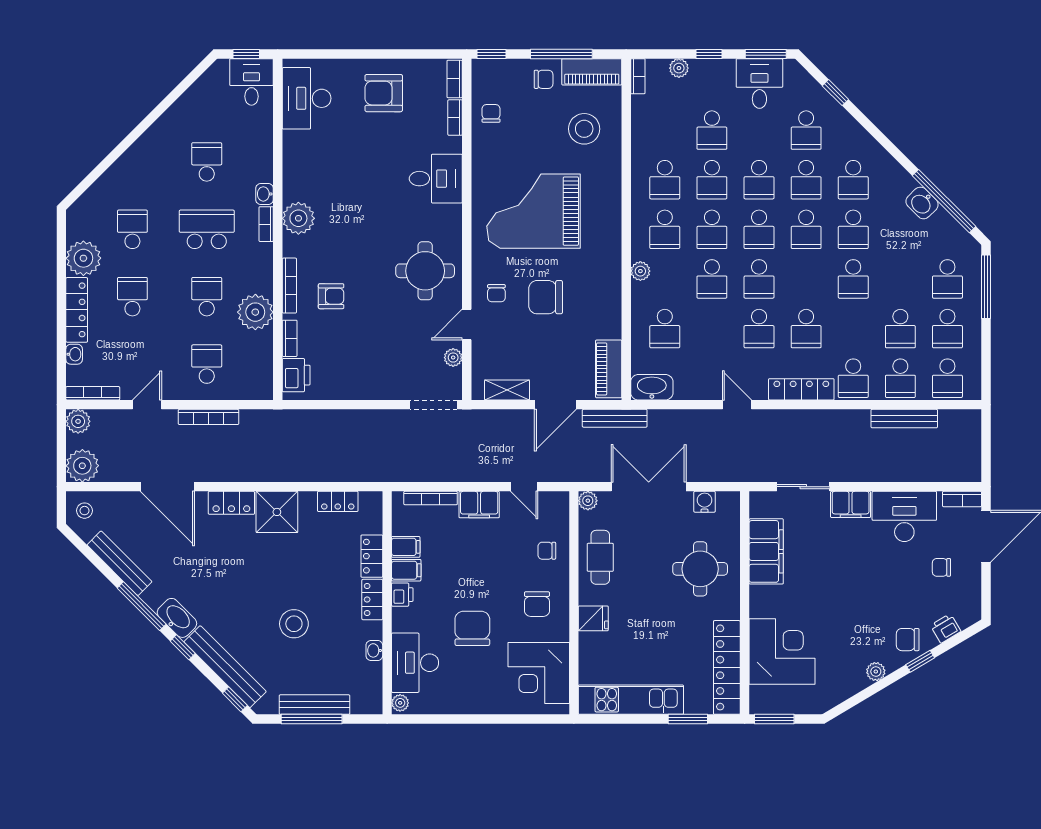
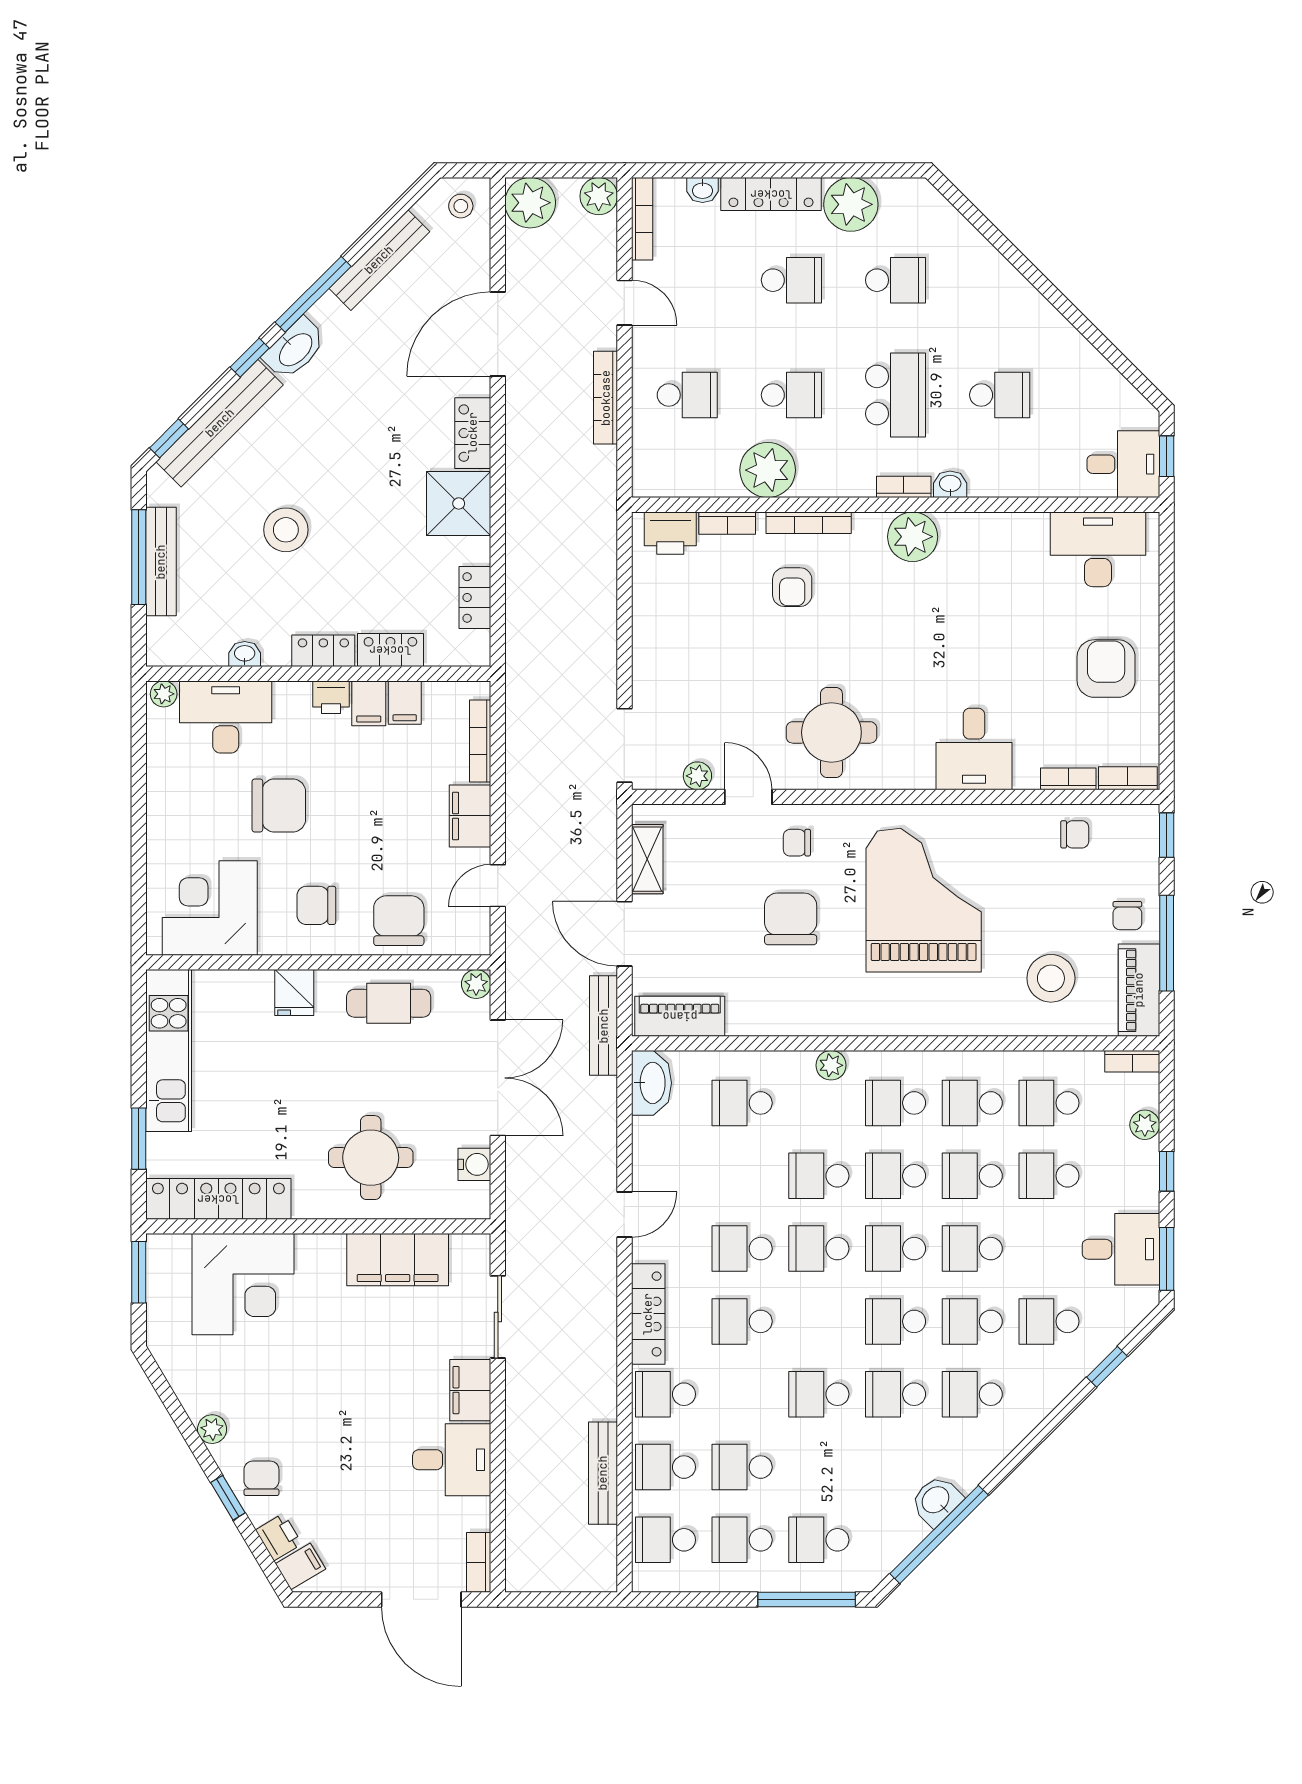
school desk: (665, 130) -> (1049, 1103), added
desk: (904, 516) -> (452, 1460), width x0.73
chair: (547, 551) -> (399, 921), width x1.87, depth x1.87
chair: (941, 567) -> (373, 1531), removed
filing cabinet: (965, 614) -> (300, 1566), added

